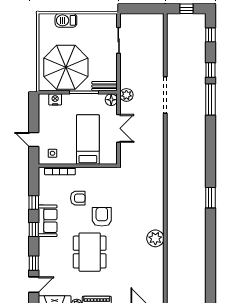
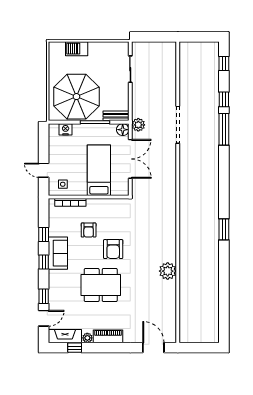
window: (186, 9) -> (199, 37), removed
double door: (119, 128) -> (130, 159), width x1.37
armchair: (78, 198) -> (89, 230), turned 90
armchair: (102, 217) -> (113, 249), turned 180
dining table: (90, 252) -> (101, 285), turned 90

